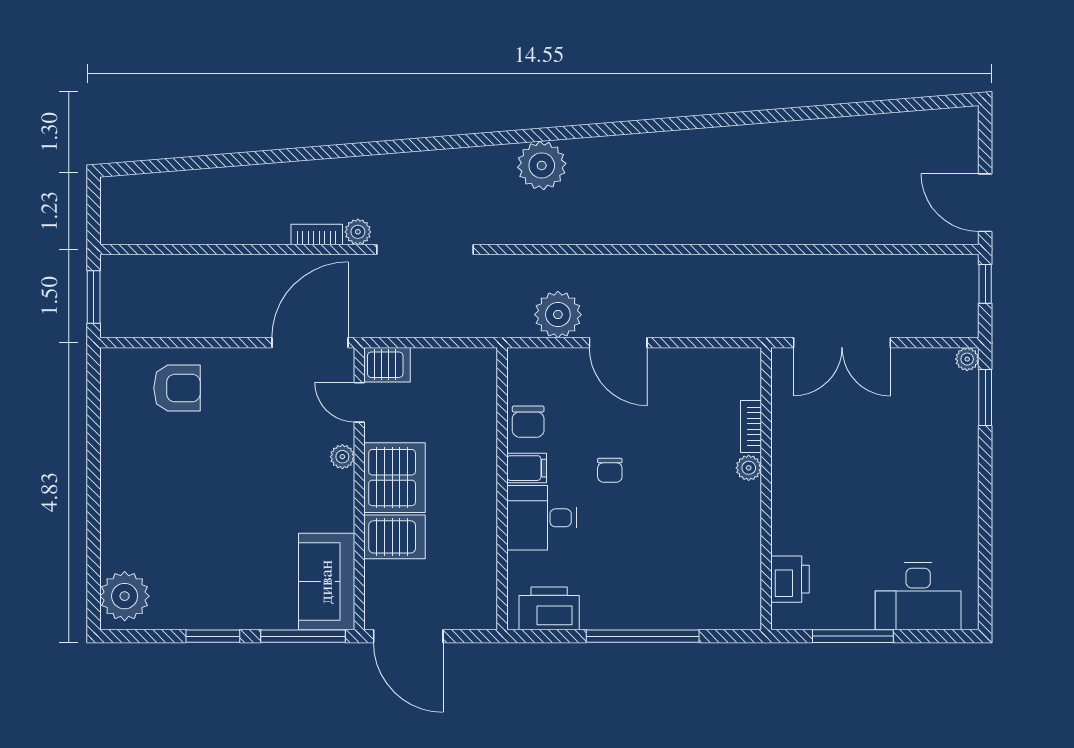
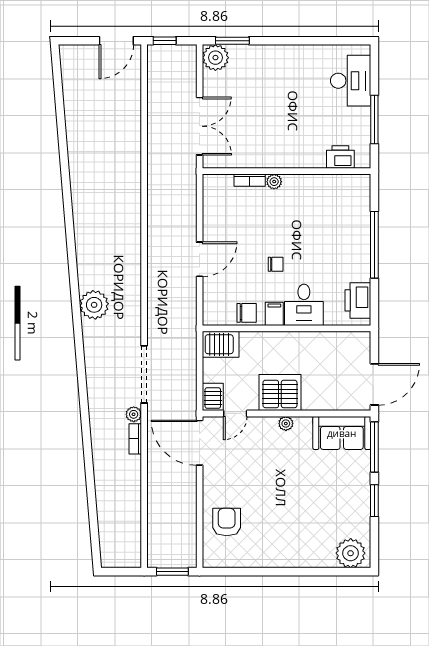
plant: (558, 315) -> (183, 295), removed
plant: (967, 359) -> (215, 58), width x1.88, depth x1.88
plant: (342, 457) -> (286, 424), moved
server rack: (395, 537) -> (221, 344), moved, turned 90

